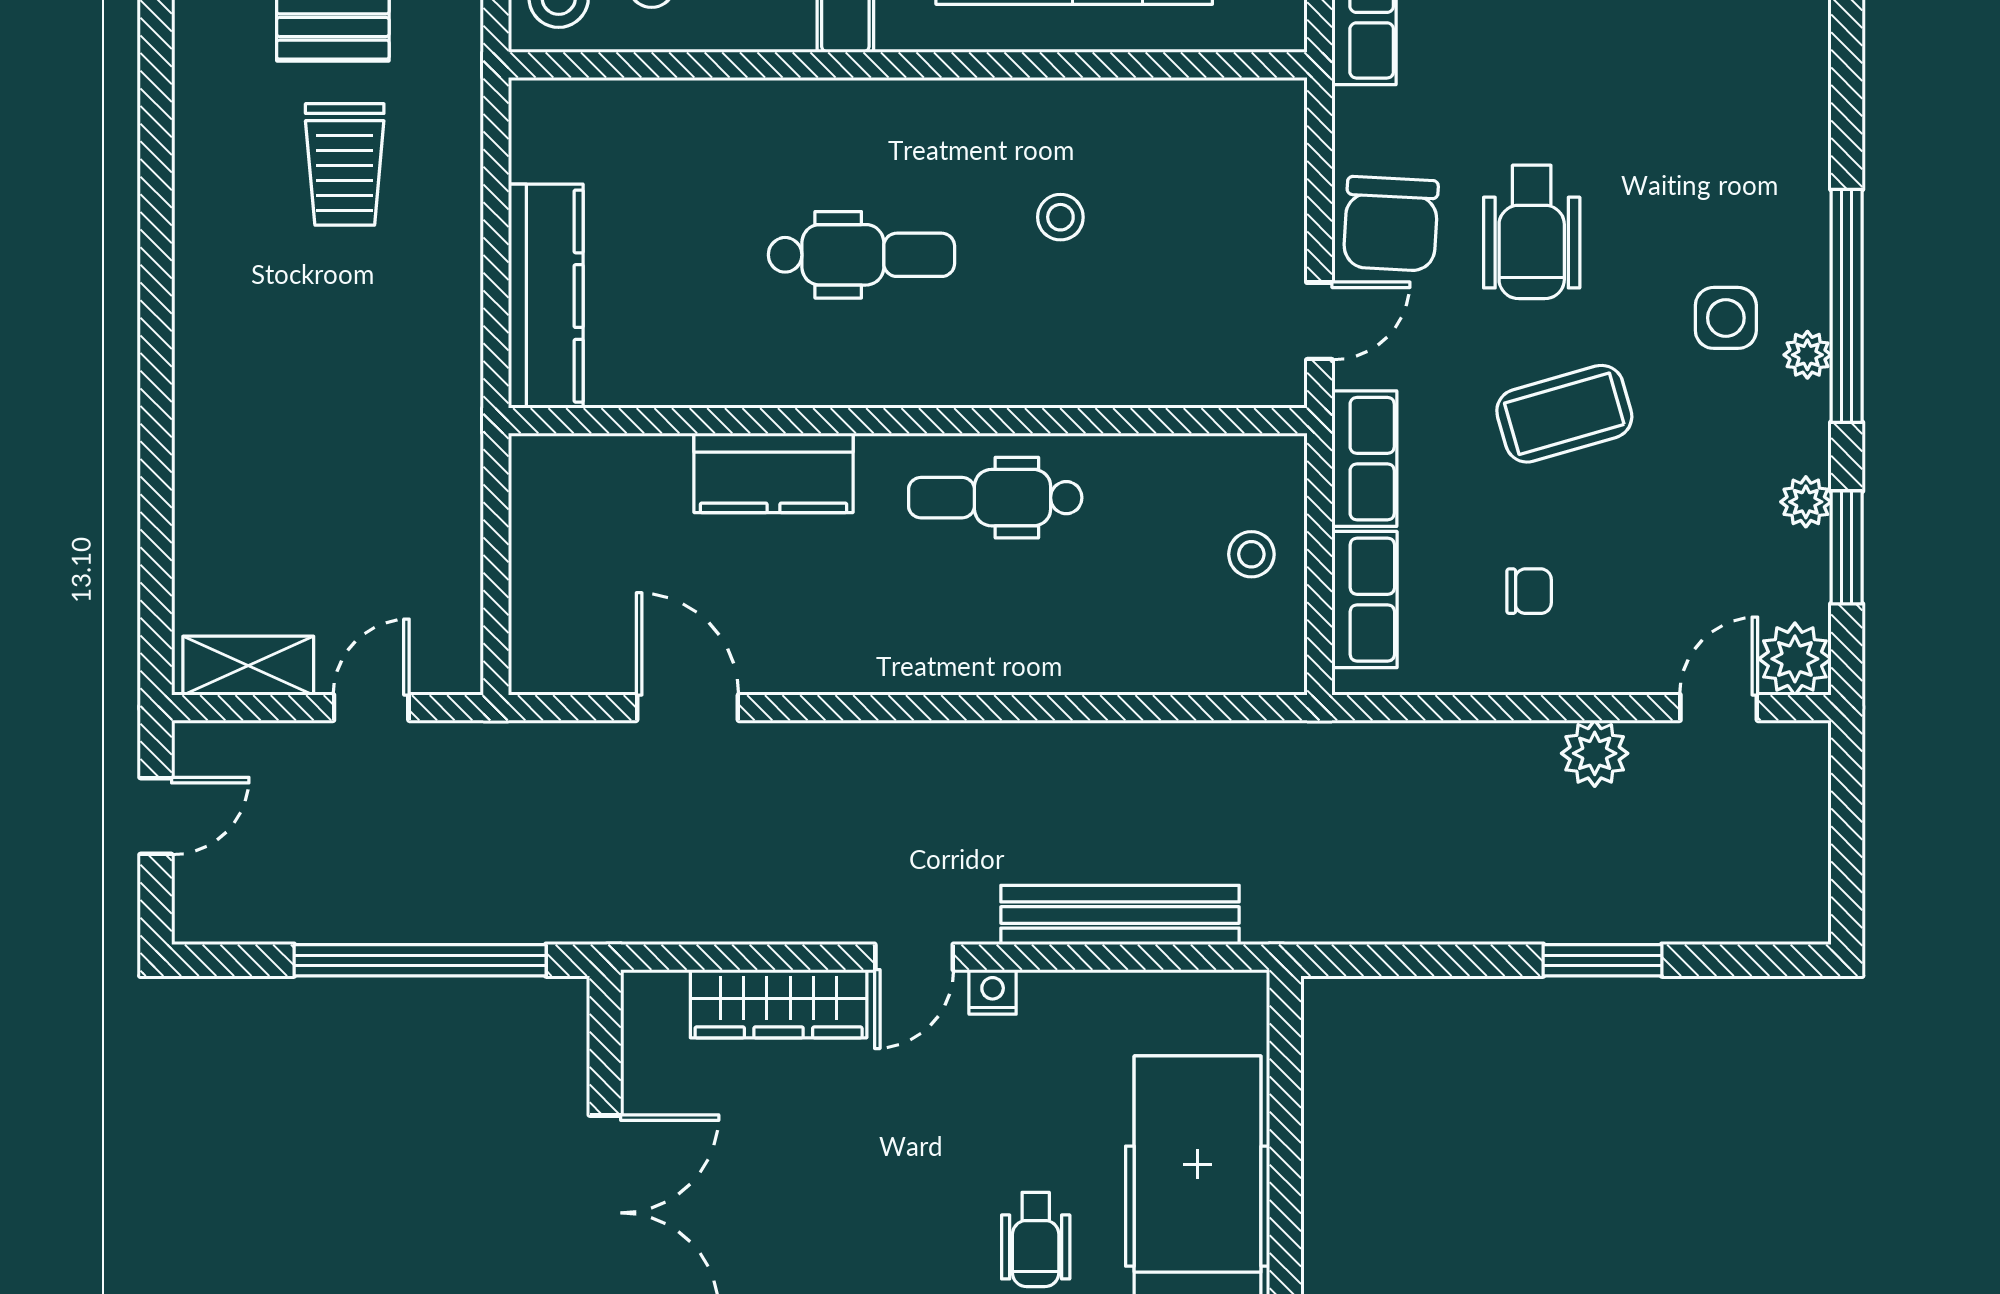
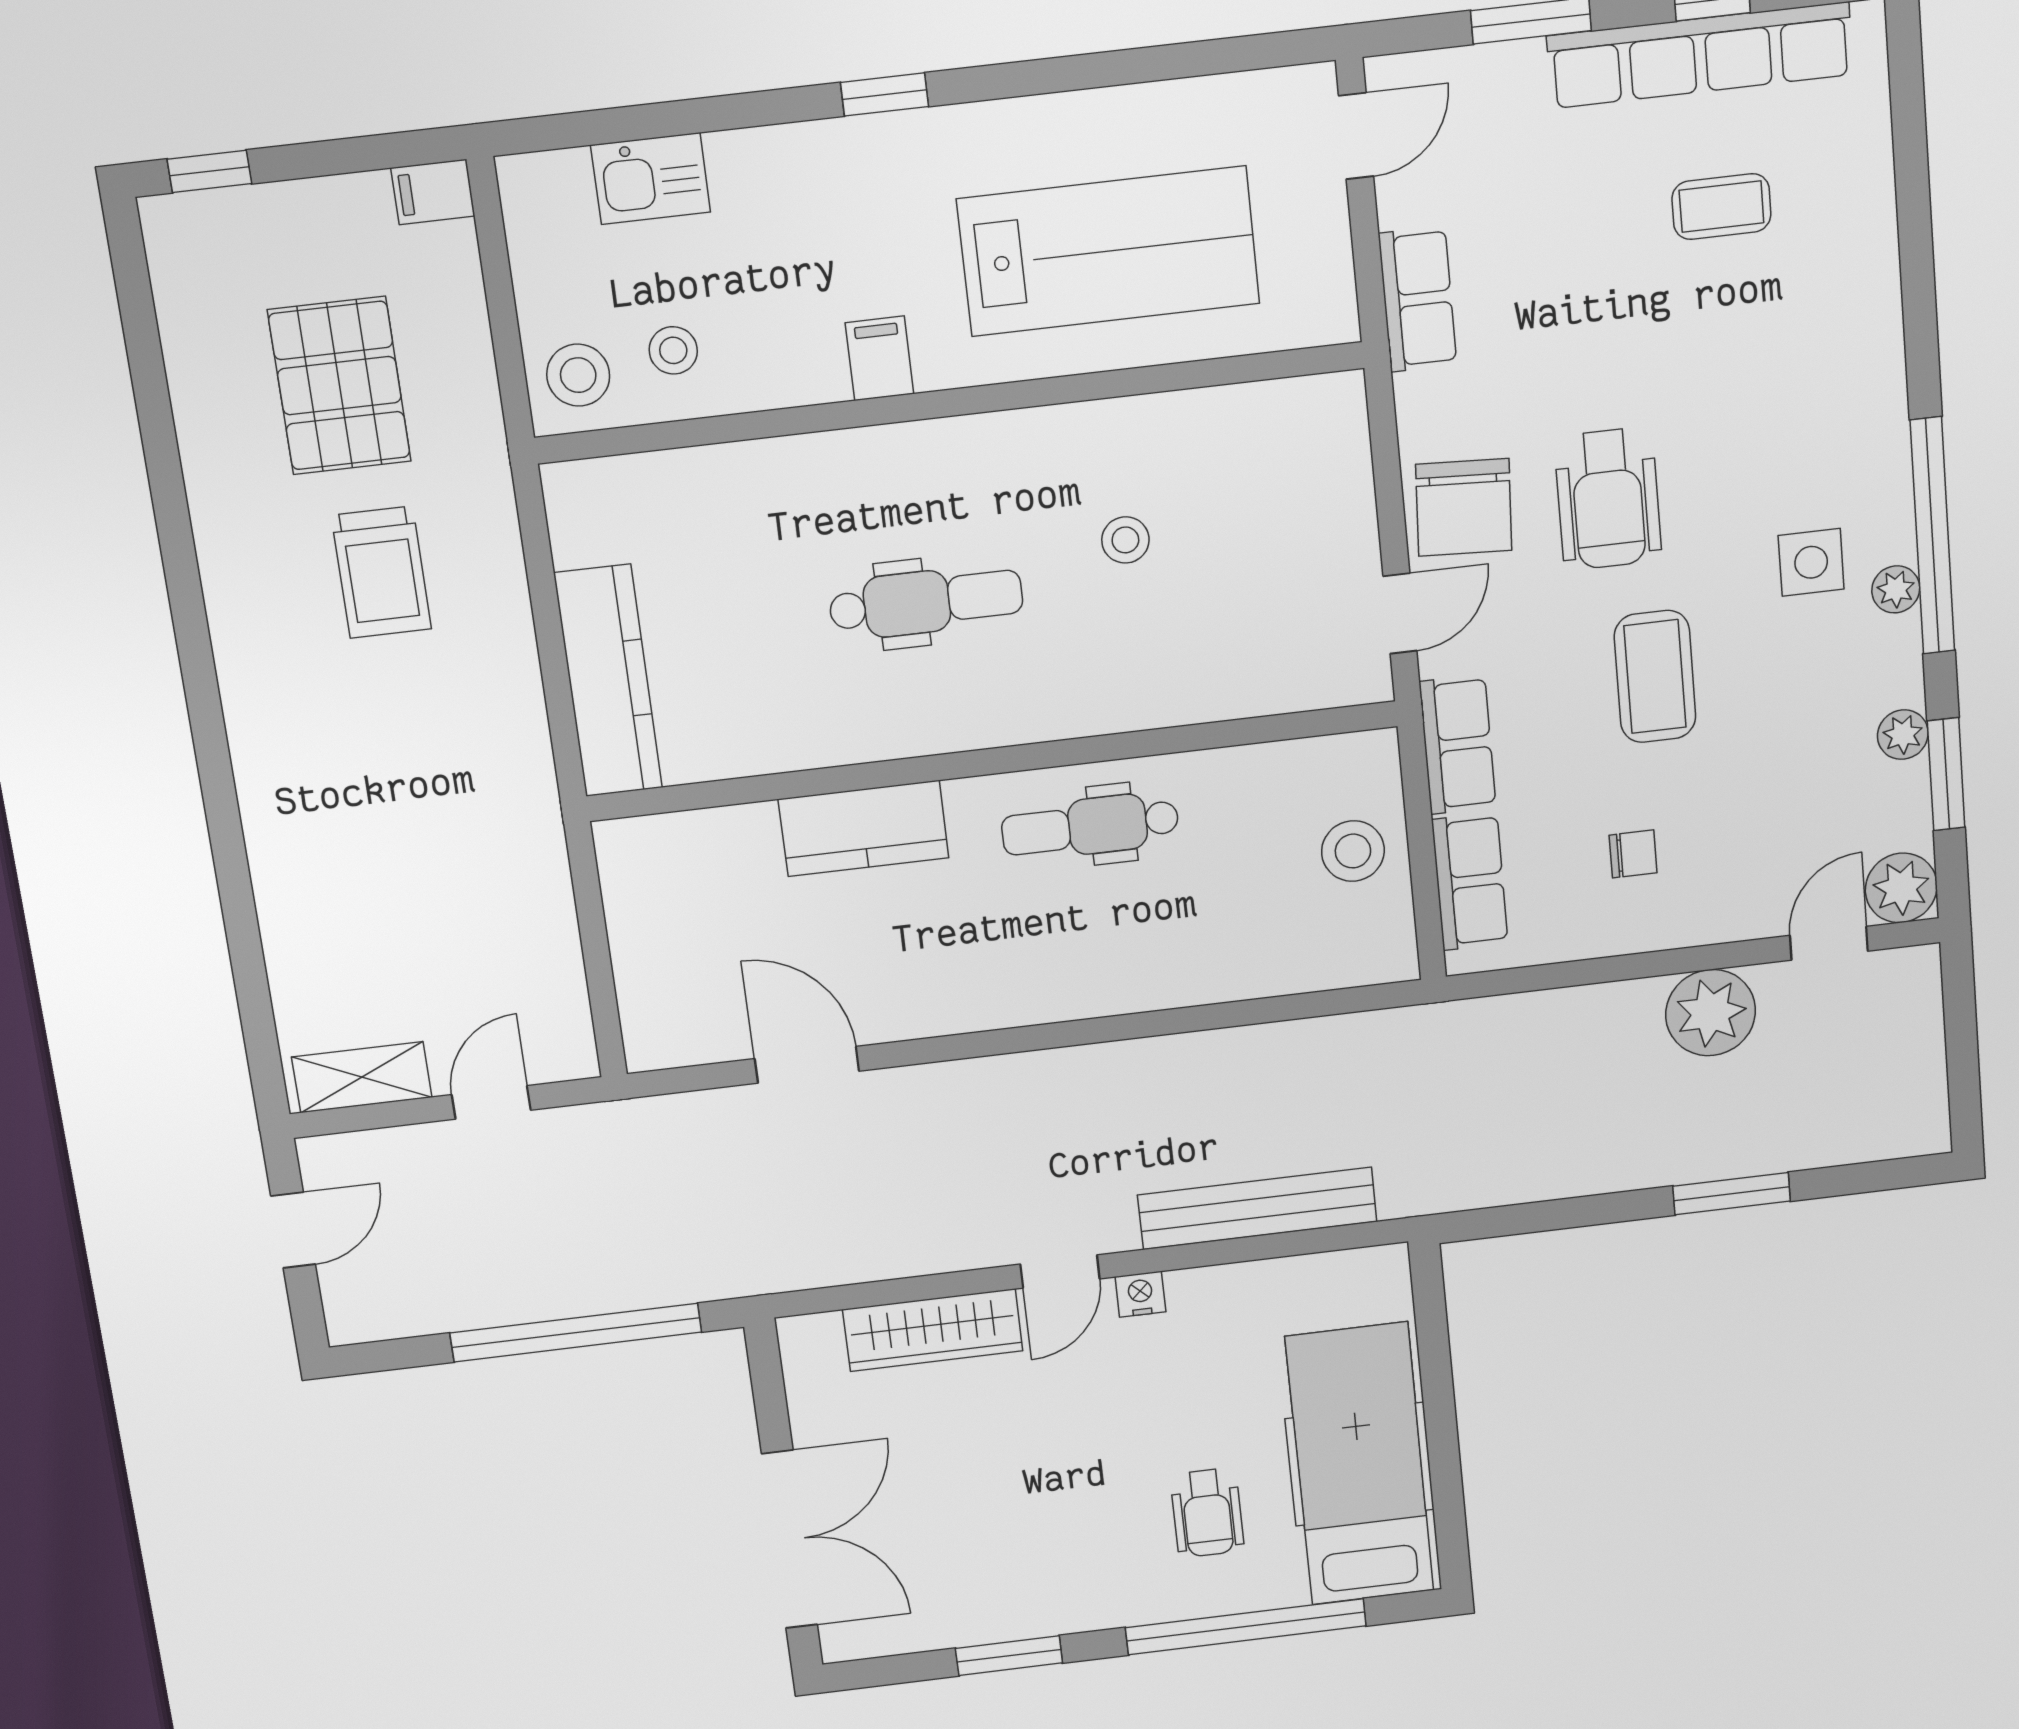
coffee table: (1564, 414) -> (1655, 677), turned -74
stool: (1251, 554) -> (1353, 851), width x1.37, depth x1.37
plant: (1595, 753) -> (1711, 1013), width x1.36, depth x1.36

